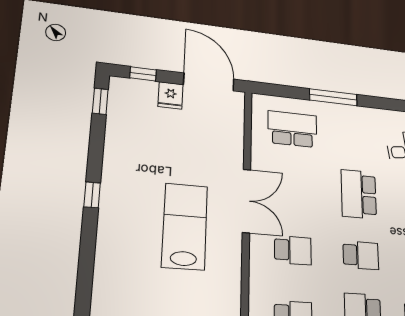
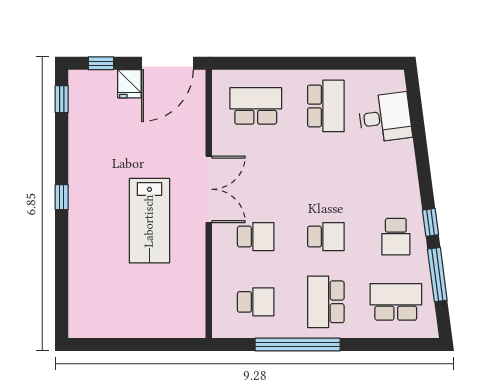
door: (209, 82) -> (167, 63), swing flipped
window: (333, 97) -> (301, 63), removed
school desk: (359, 194) -> (326, 106), moved, turned 180
lab bench: (185, 226) -> (149, 221), turned 180

